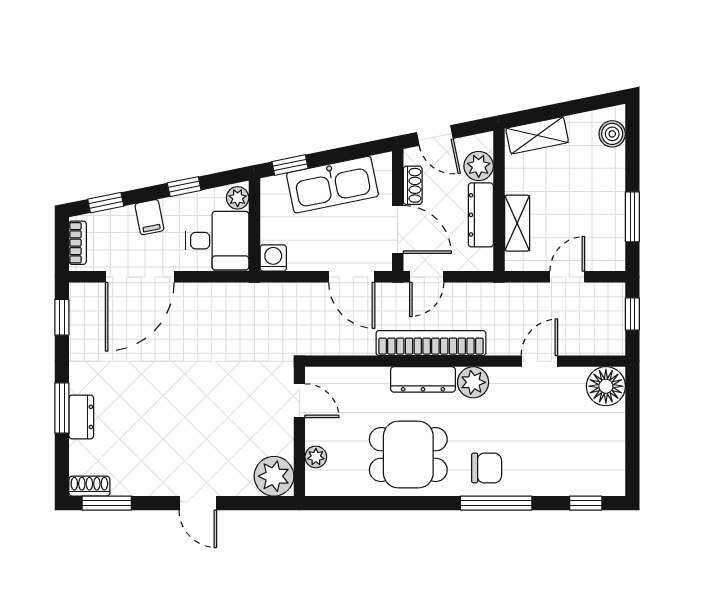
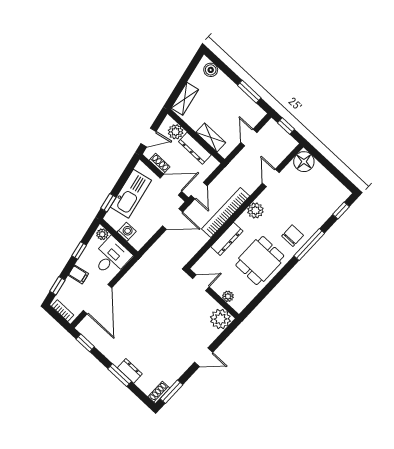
washing machine: (273, 258) -> (127, 232), moved, turned 90
dresser: (423, 379) -> (227, 239), moved

